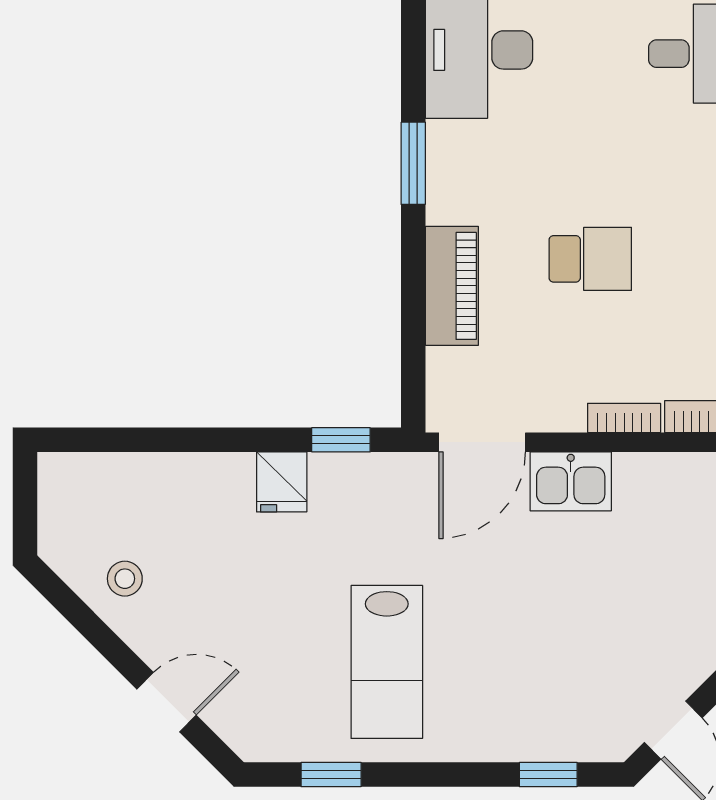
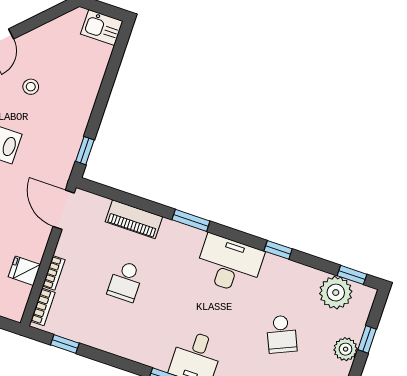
kitchen sink: (571, 481) -> (102, 28), moved, turned -90
fridge: (282, 482) -> (24, 271), moved
stool: (125, 579) -> (31, 87), moved

